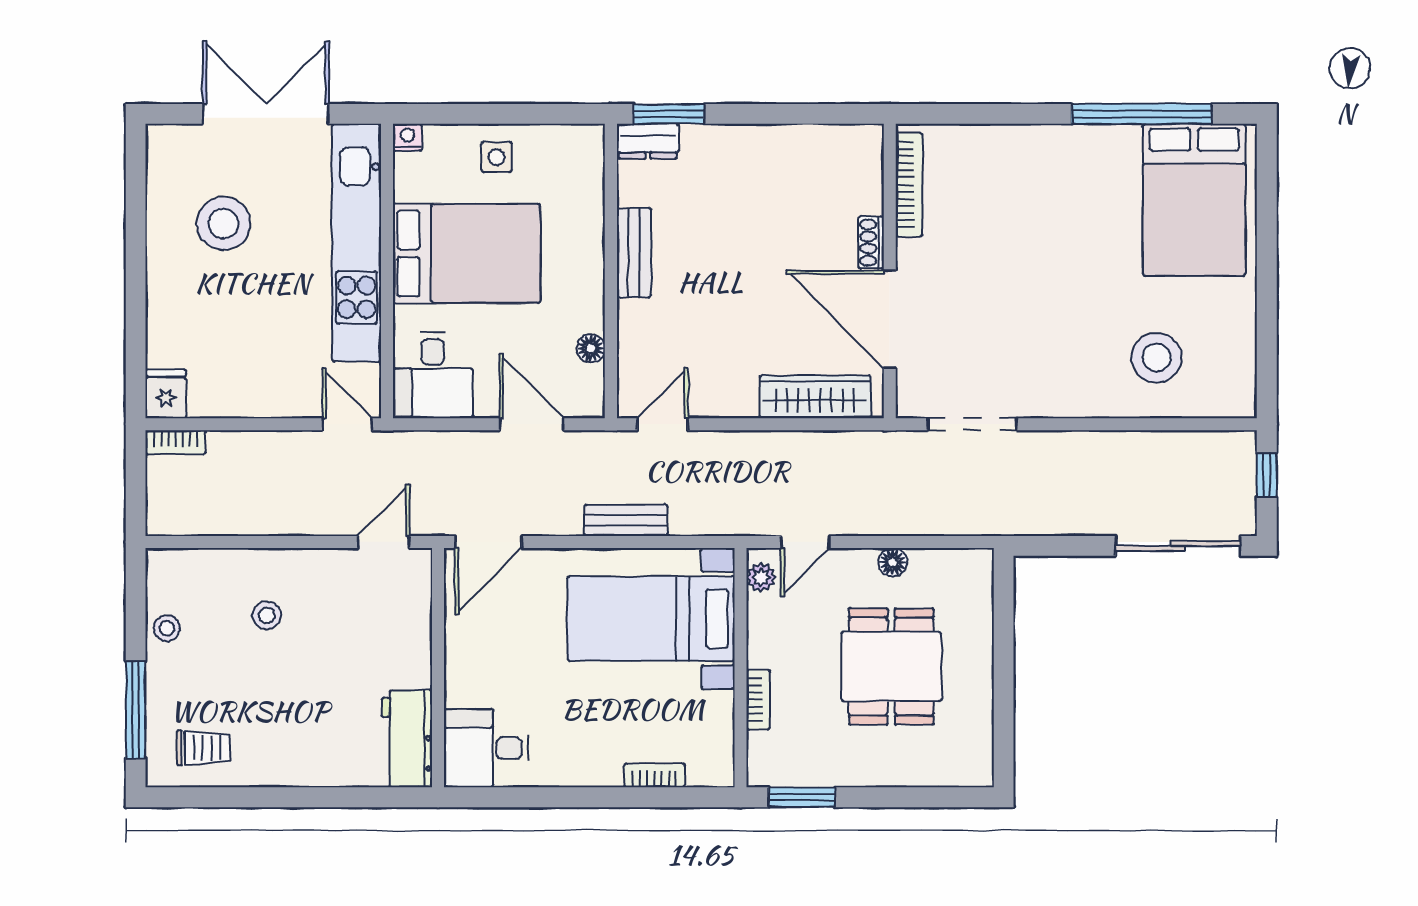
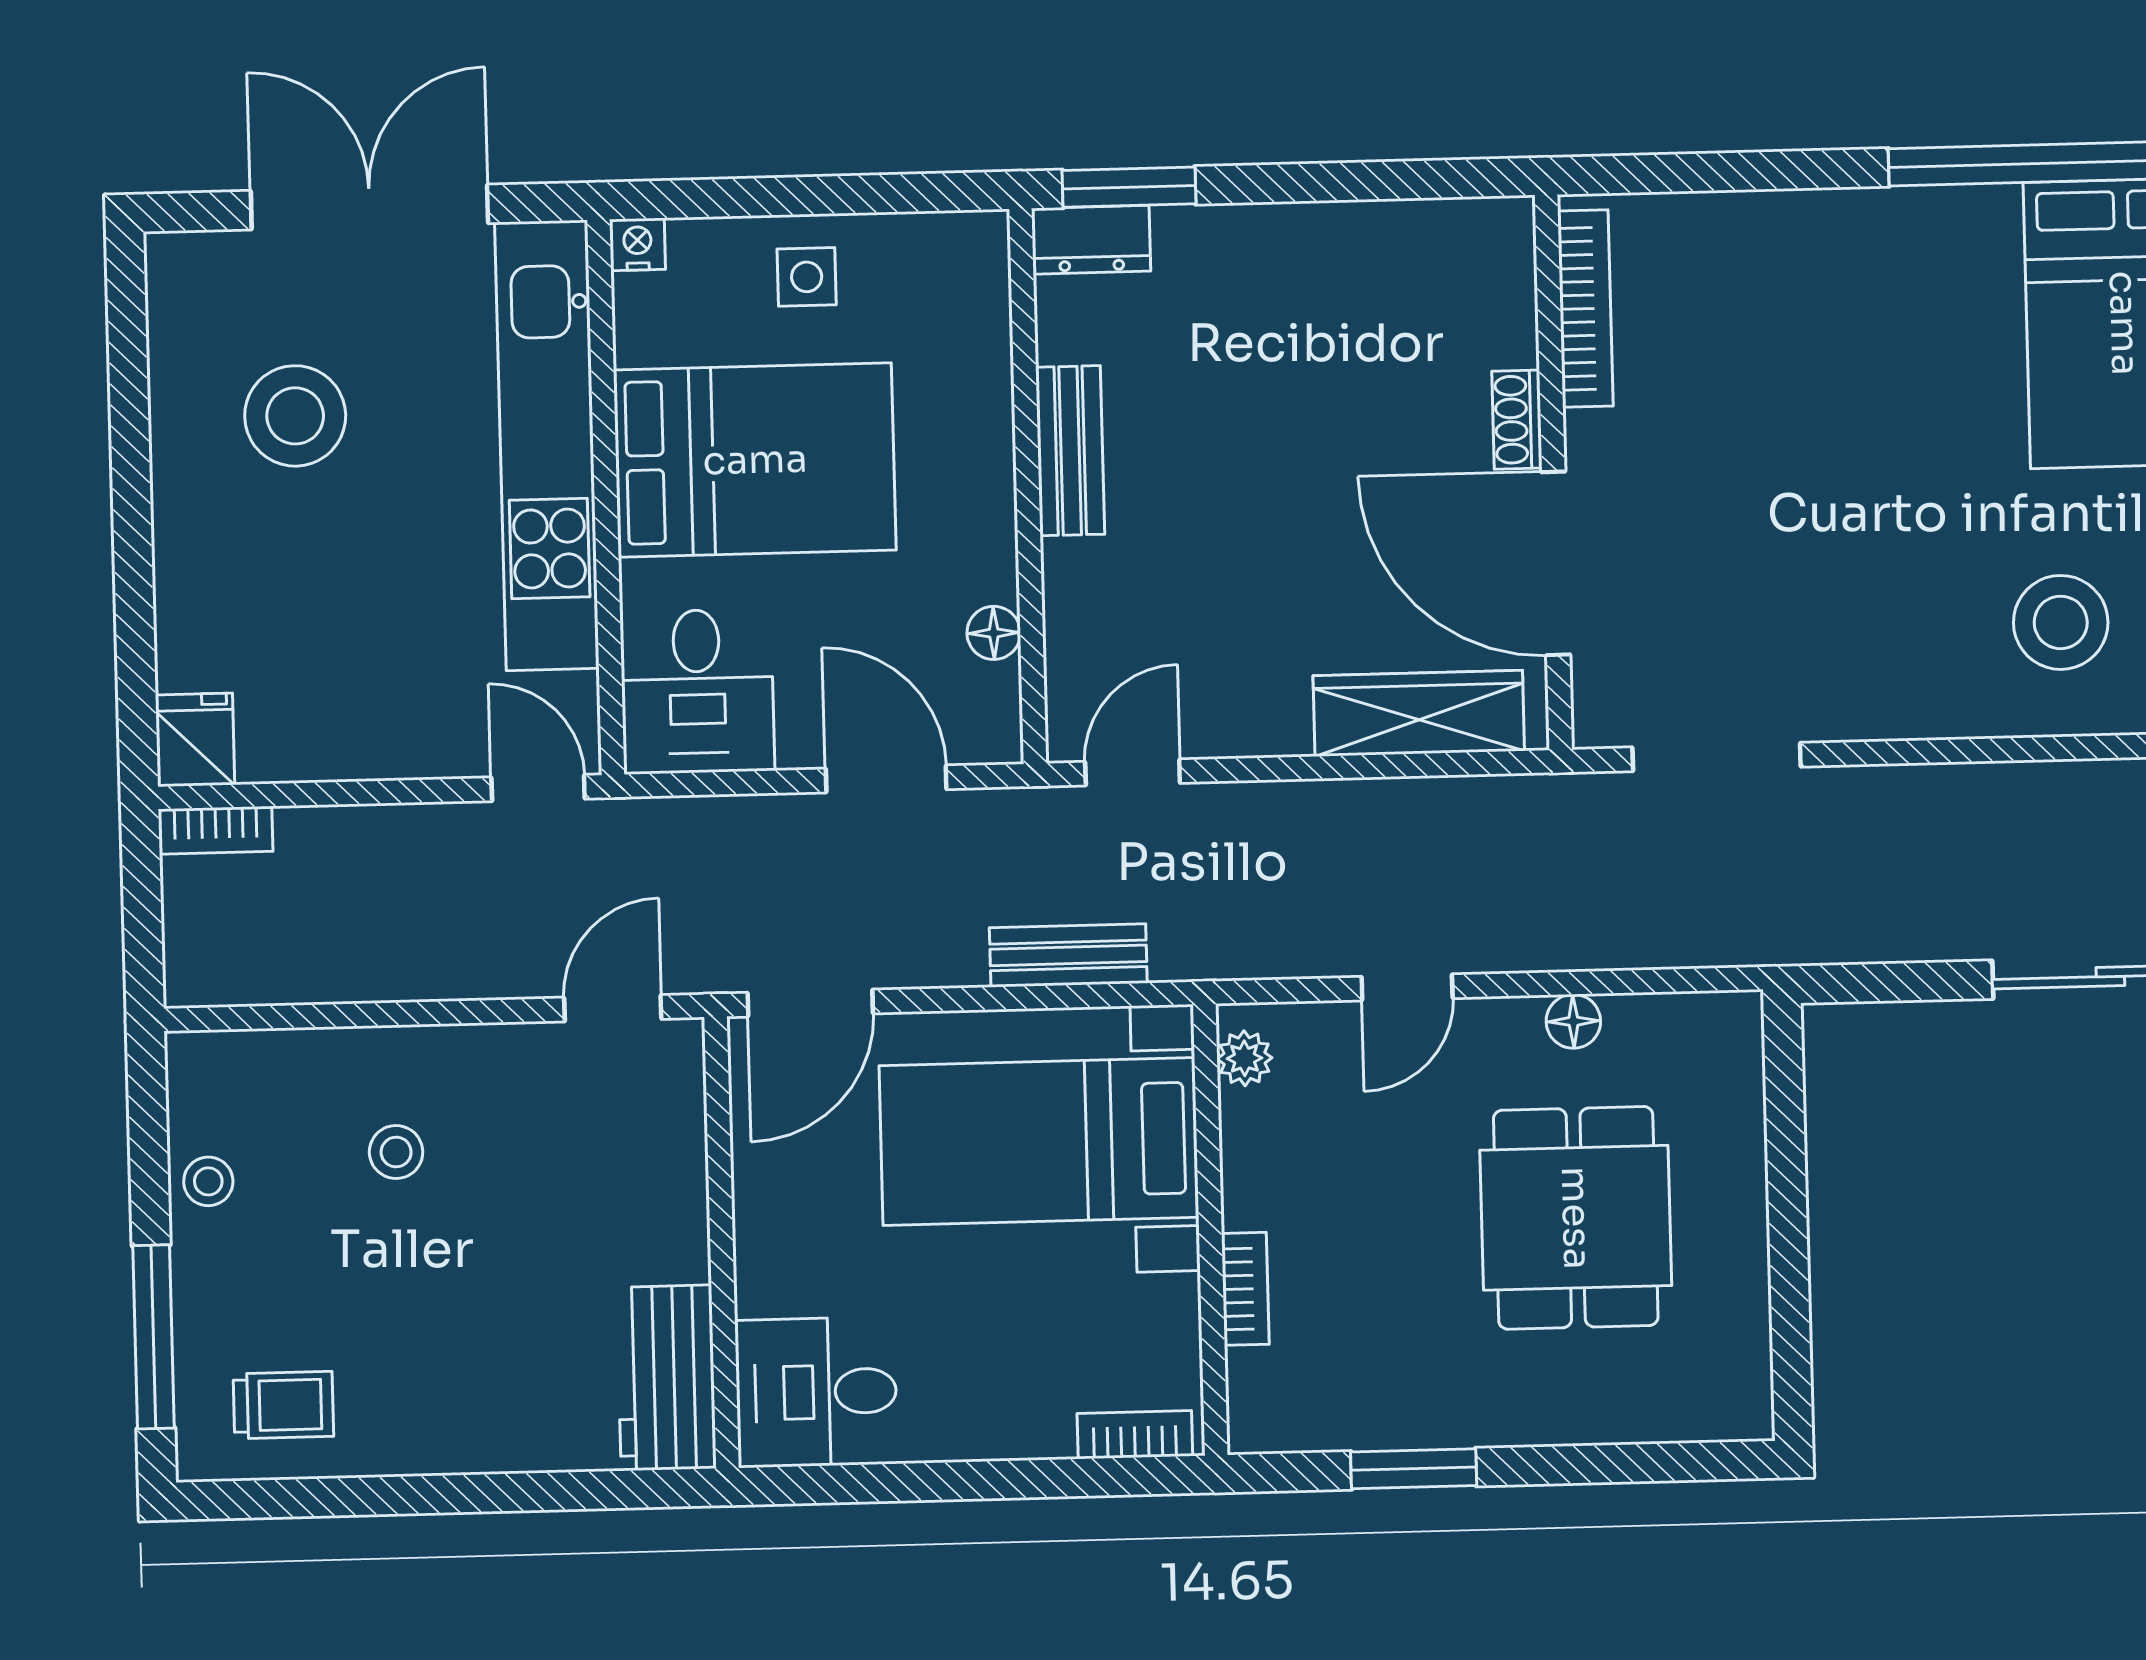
plant: (761, 577) -> (1244, 1058), moved
bed with nightstands: (651, 619) -> (1039, 1142), moved
wall: (740, 668) -> (1210, 1230), moved
bookcase: (758, 700) -> (1245, 1289), moved

